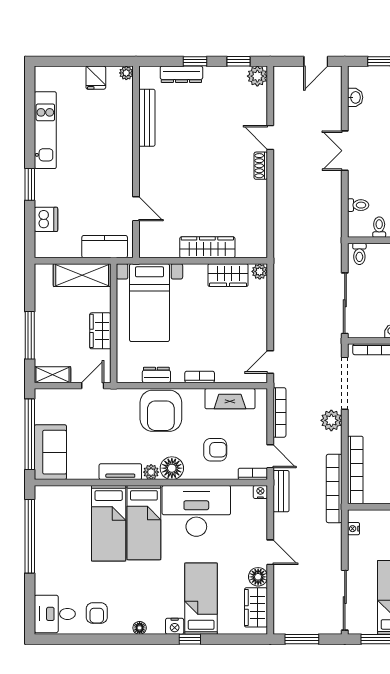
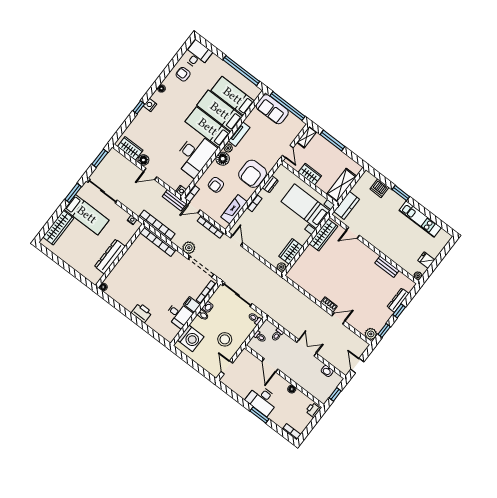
bench: (147, 118) -> (387, 267), width x0.73
wardrobe: (207, 247) -> (323, 235), moved
armchair: (161, 411) -> (253, 174), turned -90
bed: (201, 599) -> (233, 96), moved, turned 180

